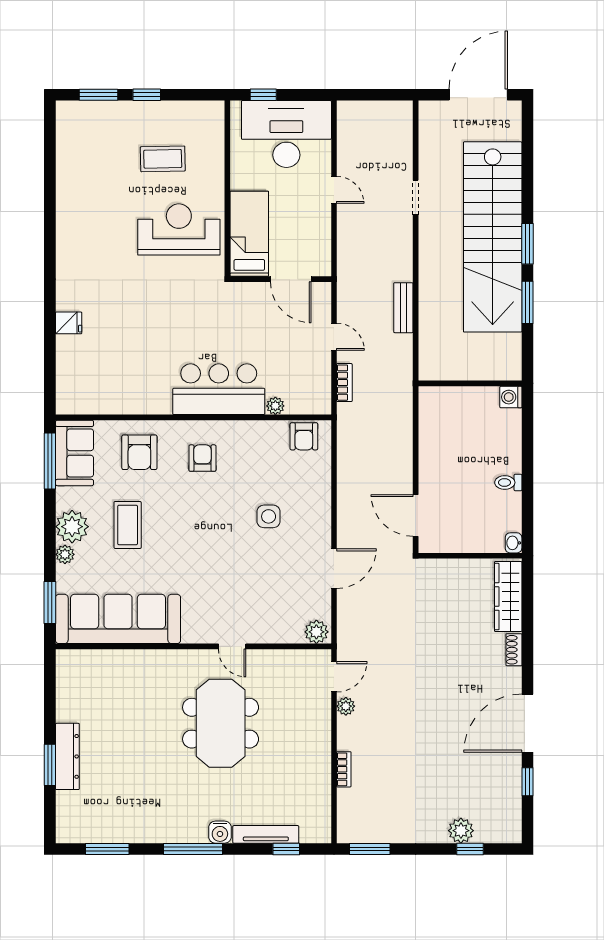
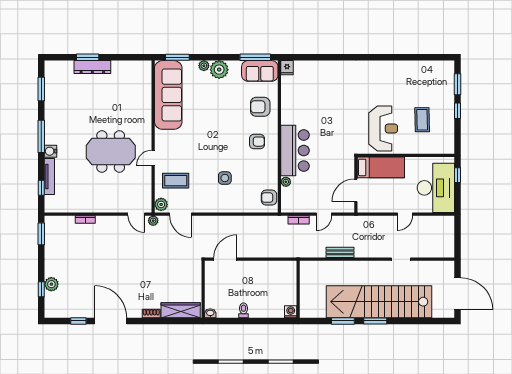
fridge: (69, 323) -> (287, 68), moved
coffee table: (128, 525) -> (176, 181), moved
door: (334, 569) -> (181, 214), moved
plant: (346, 706) -> (153, 221), moved

